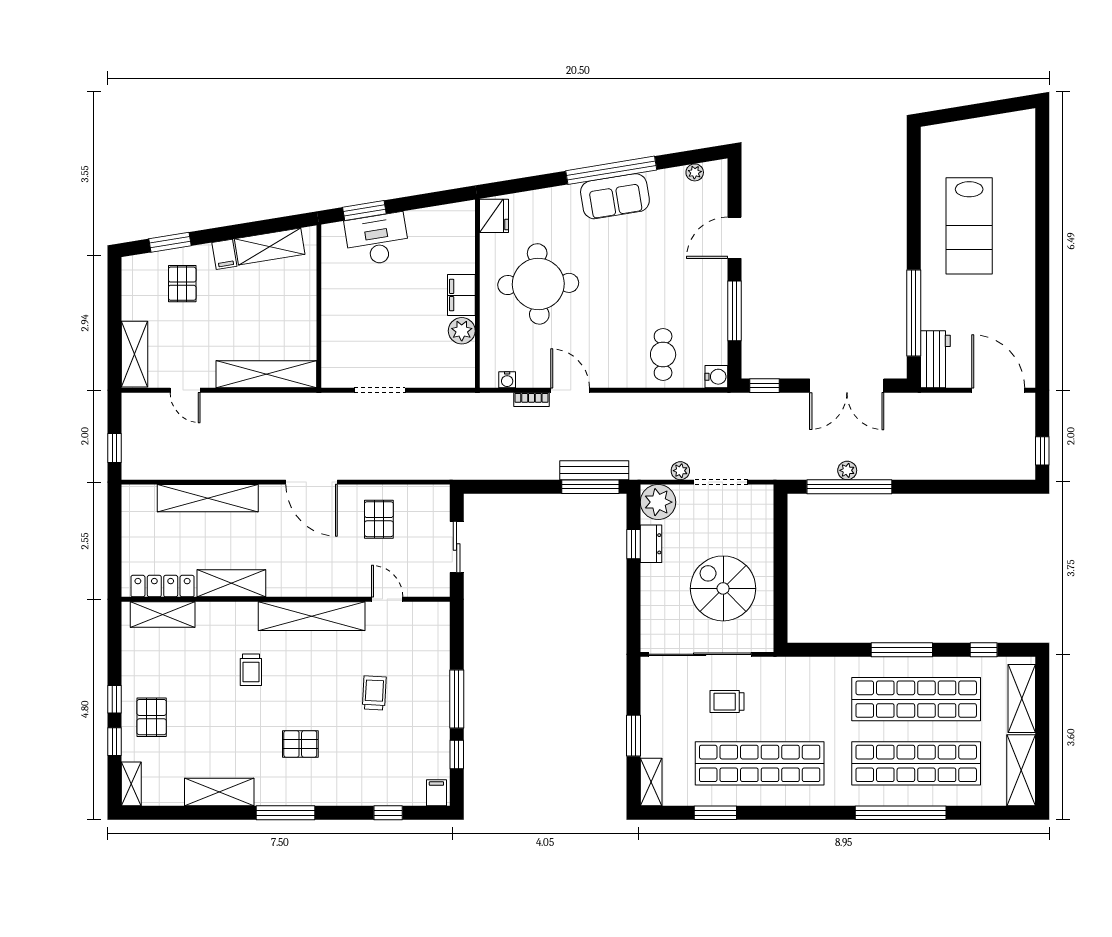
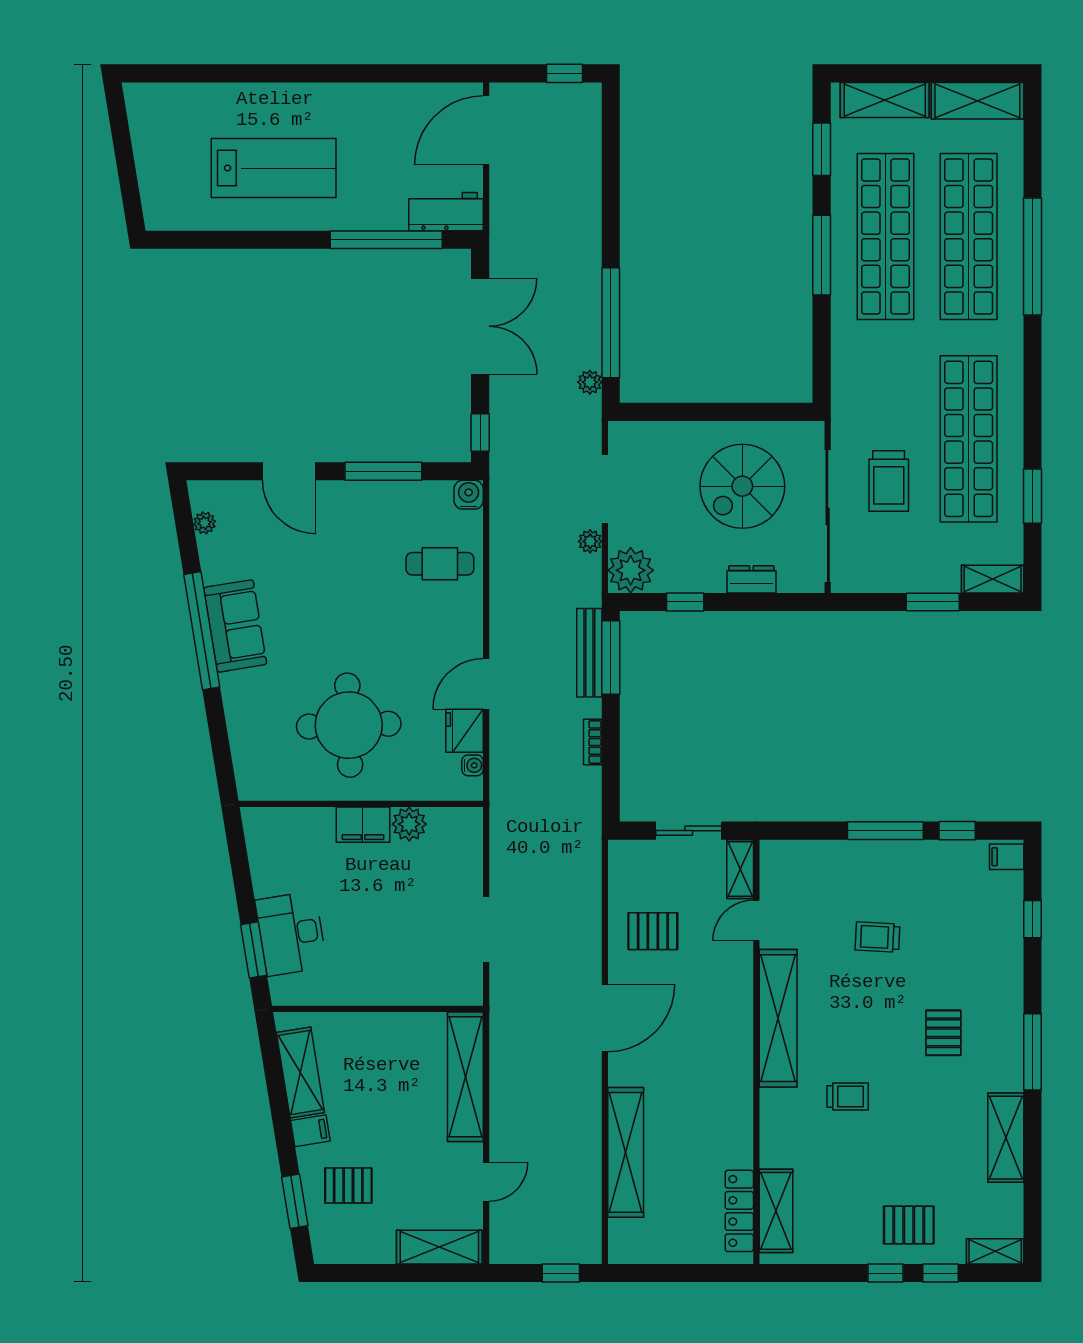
fridge: (494, 216) -> (464, 731), moved, turned -90
bookcase: (531, 400) -> (593, 742), moved, turned 180
plant: (847, 470) -> (590, 382), moved
dresser: (651, 544) -> (751, 579), moved
shelving: (231, 583) -> (740, 869), moved, width x0.67, depth x0.75
window: (984, 650) -> (822, 149), width x1.50
trolley: (727, 702) -> (889, 481), width x1.36, depth x1.39

